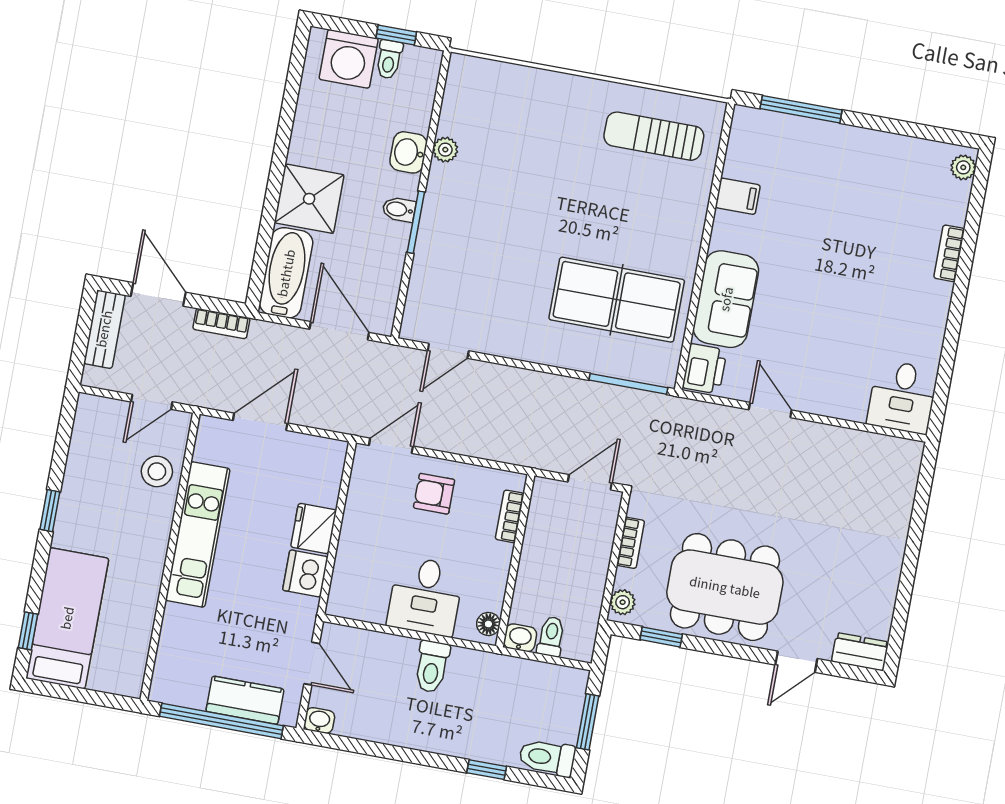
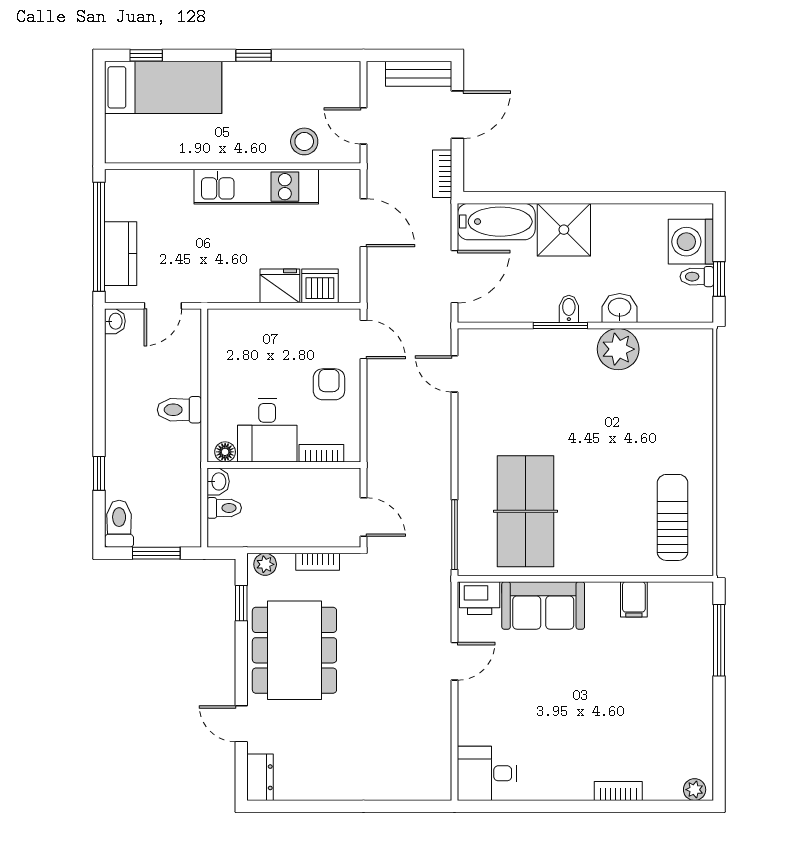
plant: (445, 150) -> (618, 349), width x1.87, depth x1.87
dishwasher: (305, 573) -> (320, 286), moved
desk: (425, 596) -> (267, 430), moved, turned -90

